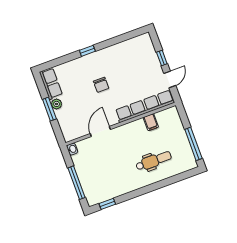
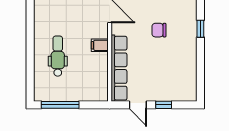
filing cabinet: (151, 122) -> (100, 45), moved
dental chair: (154, 161) -> (58, 56), turned 180

